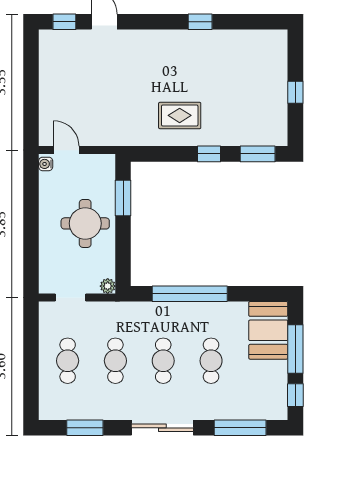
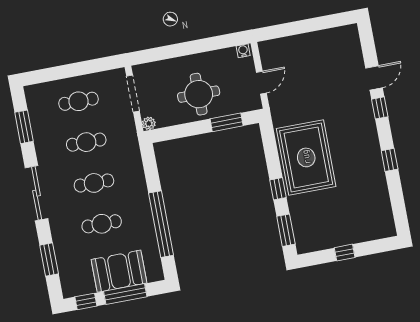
window: (64, 22) -> (380, 108), moved
rug: (180, 115) -> (306, 157), width x1.86, depth x2.06
door: (66, 150) -> (261, 83), moved
window: (190, 294) -> (161, 224), moved
doorway: (71, 298) -> (133, 94), width x1.38
booth: (268, 330) -> (119, 271), moved
window: (240, 428) -> (49, 260), width x0.69

